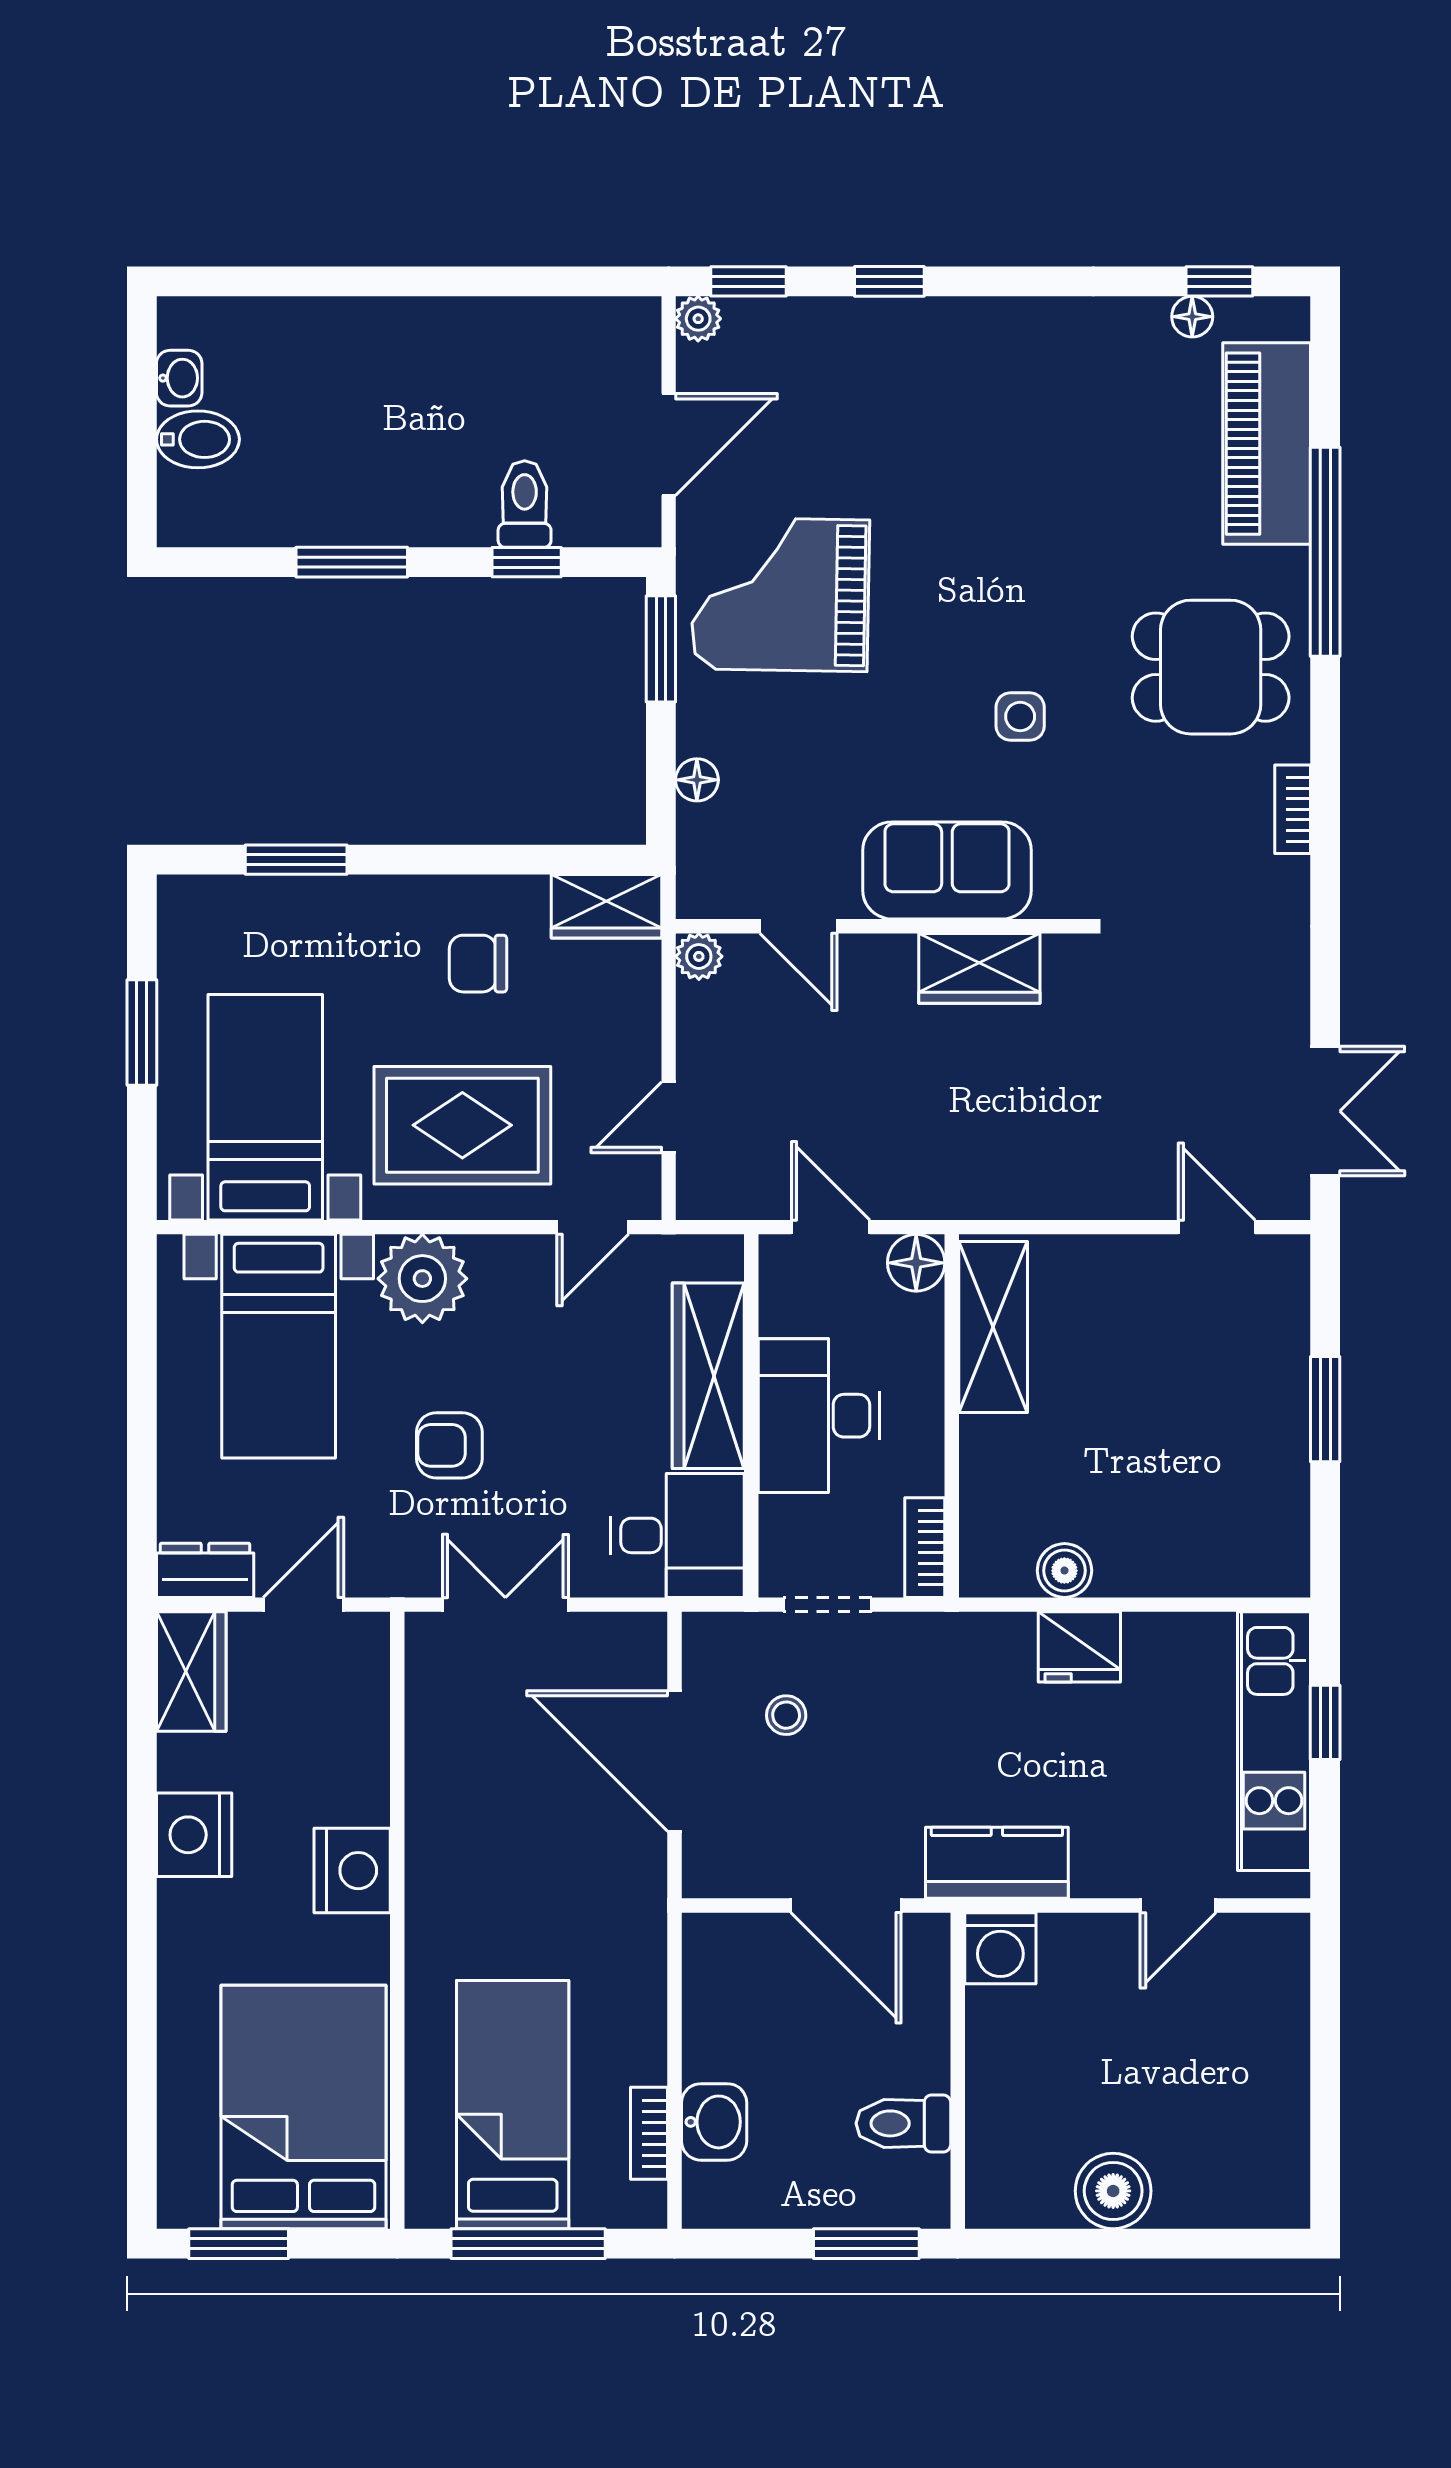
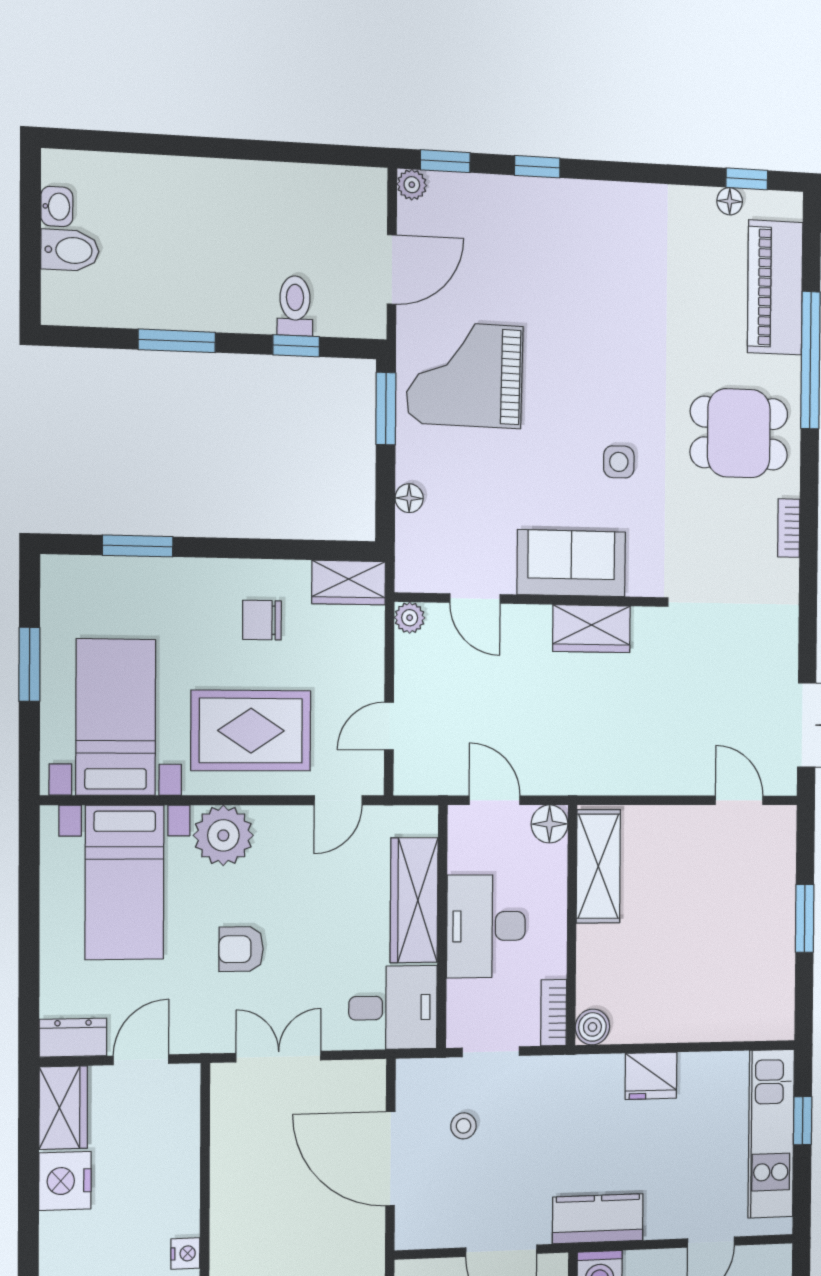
boiler: (1064, 1571) -> (592, 1027), moved
nightstand: (194, 1835) -> (65, 1181), moved
nightstand: (352, 1871) -> (185, 1253), width x0.53, depth x0.56

